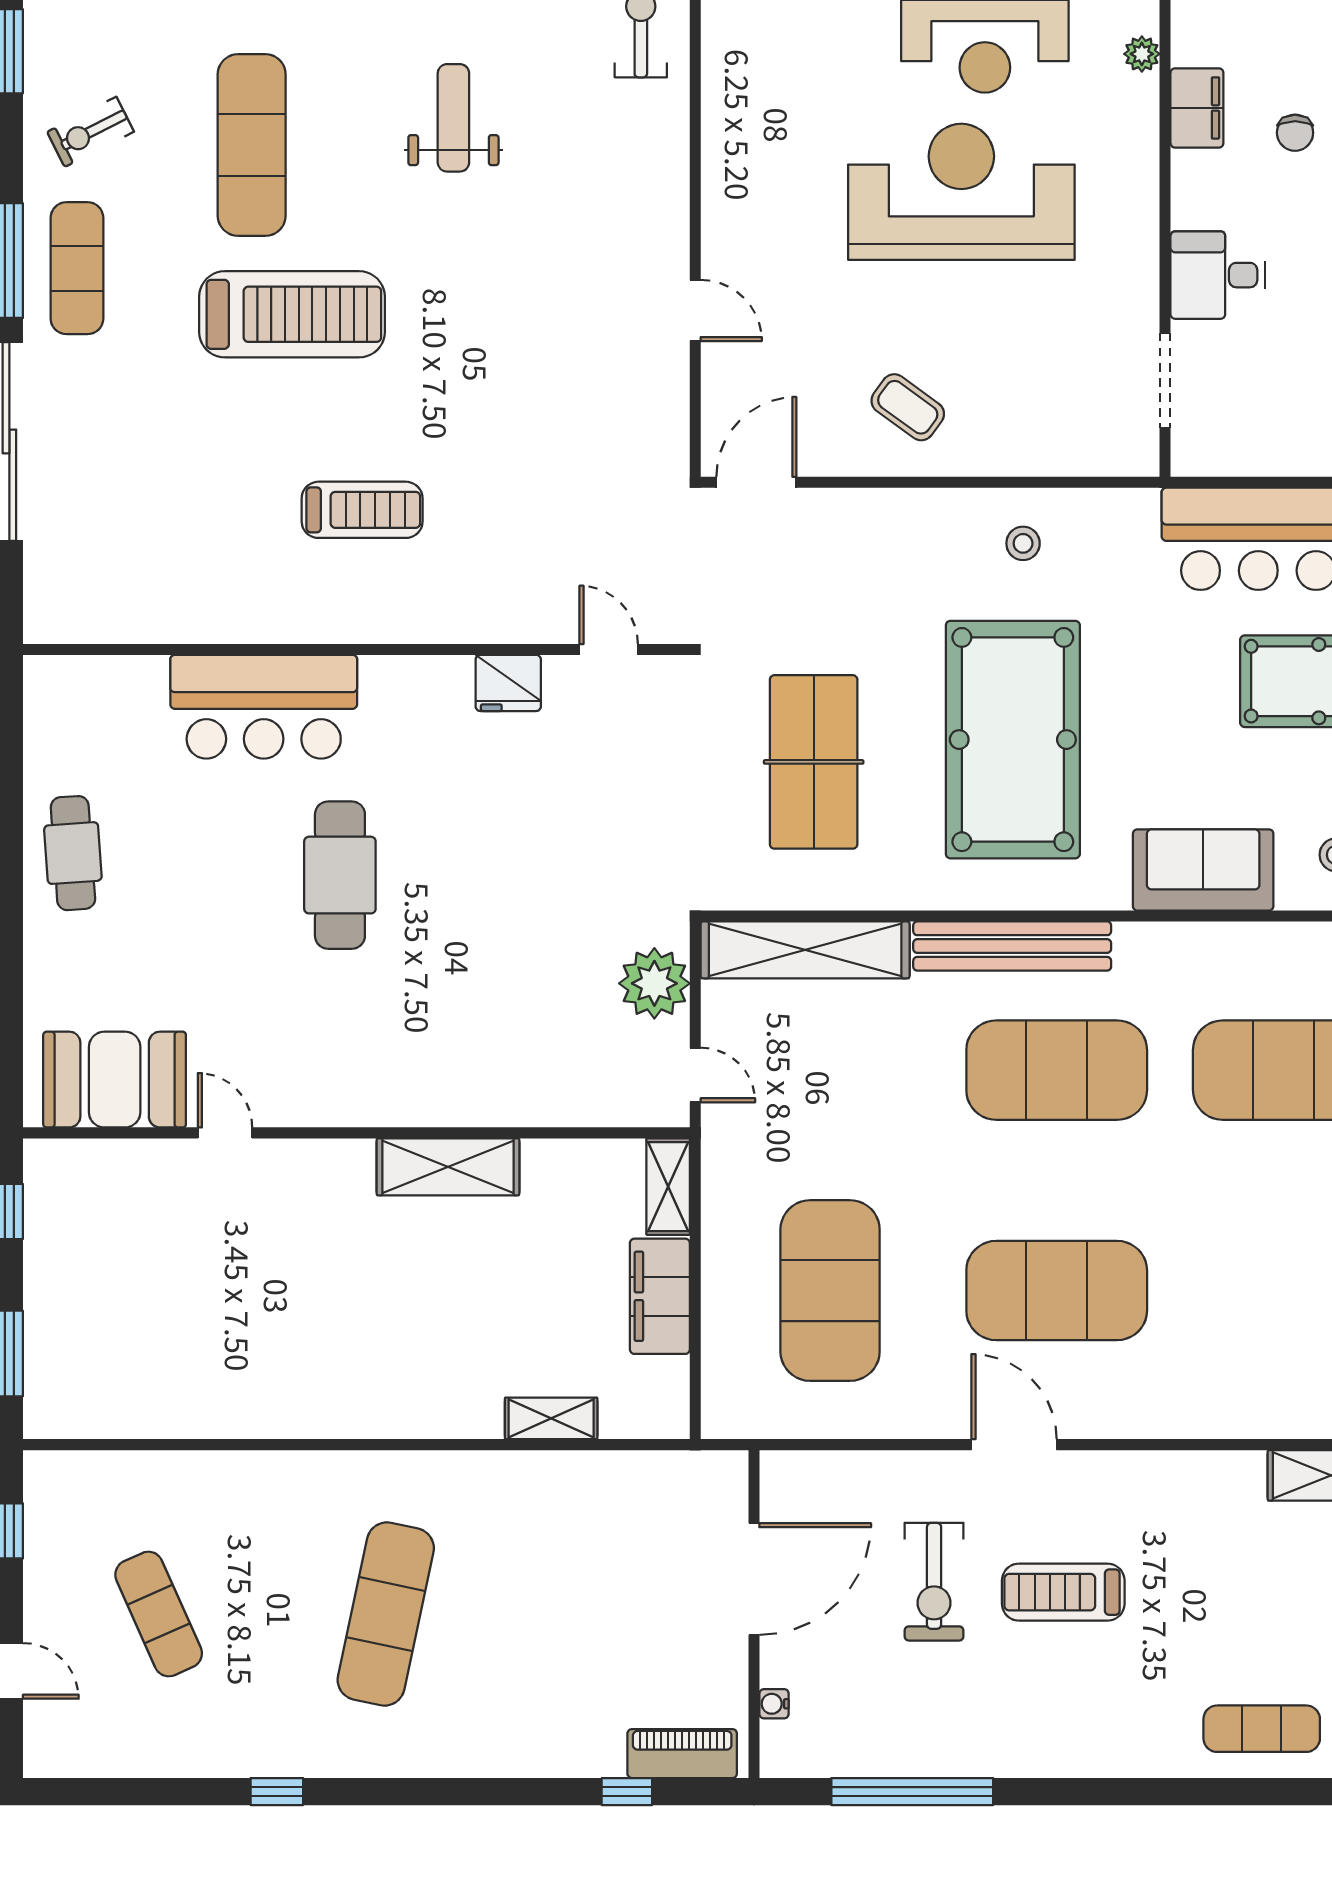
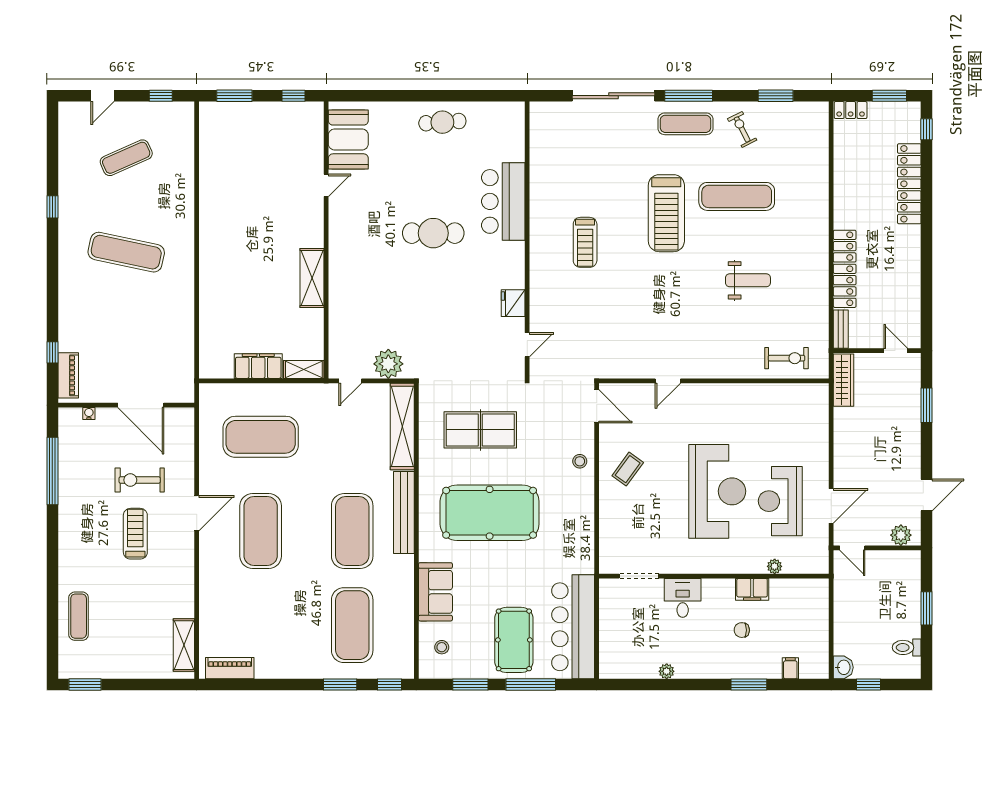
stool: (1023, 543) -> (580, 461), moved
shelving: (551, 1418) -> (208, 321), removed

